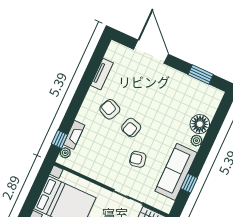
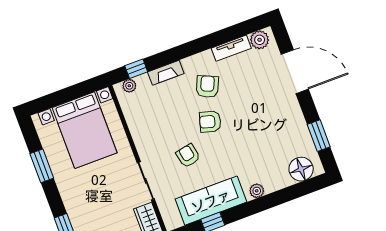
door: (151, 52) -> (295, 72), hinge flipped
plant: (113, 53) -> (260, 40), added
floor lamp: (200, 124) -> (301, 169), moved
fireplace: (74, 135) -> (166, 73), moved

